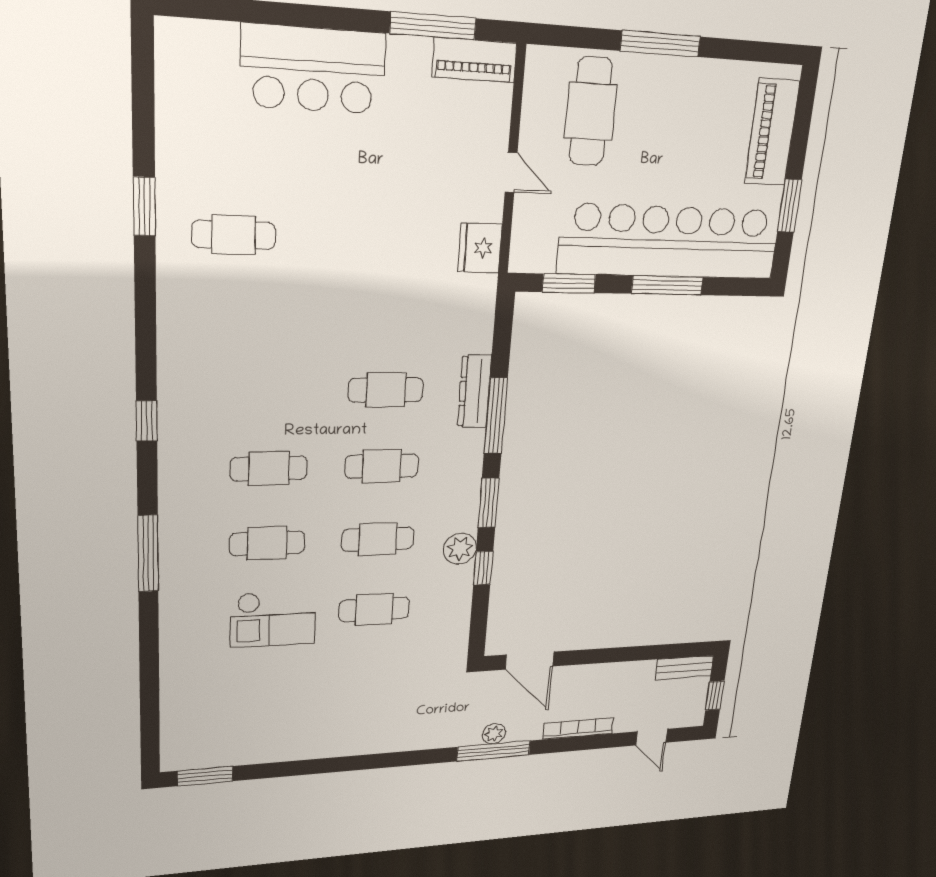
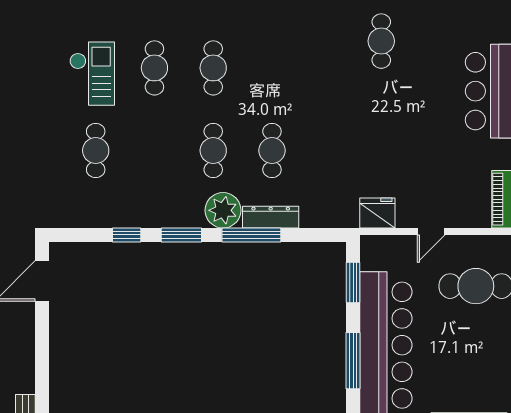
cafe table: (378, 539) -> (154, 150), removed
plant: (460, 549) -> (223, 210), moved, width x1.36, depth x1.36
checkout: (273, 619) -> (92, 74), turned 180

